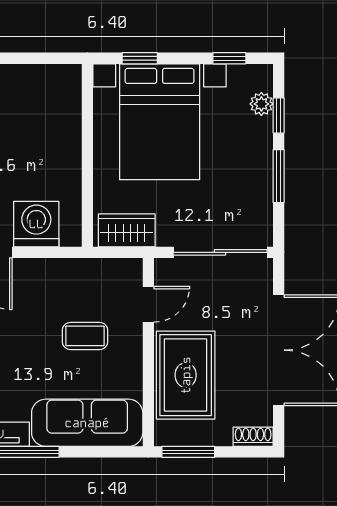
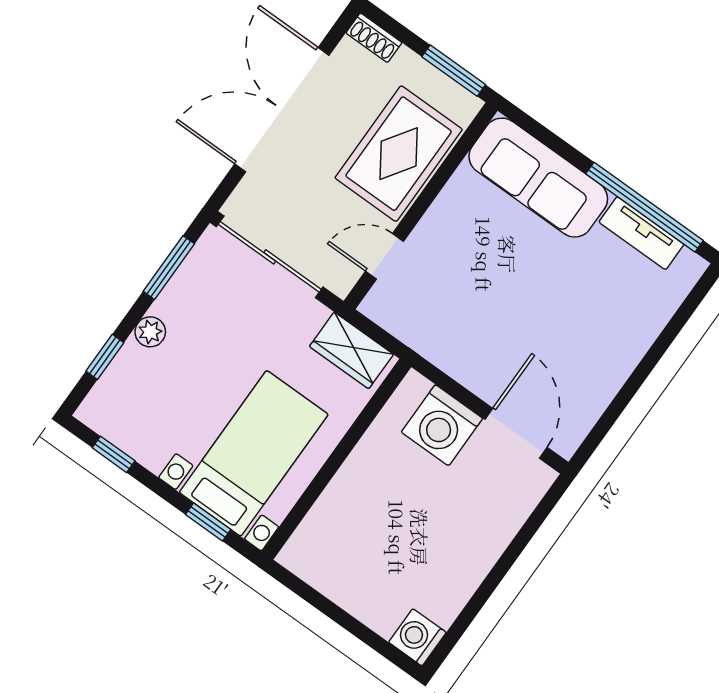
plant: (261, 104) -> (150, 332), moved
bed with nightstands: (160, 122) -> (254, 453), width x0.73
window: (279, 176) -> (169, 268), moved
coffee table: (85, 336) -> (475, 271), removed

